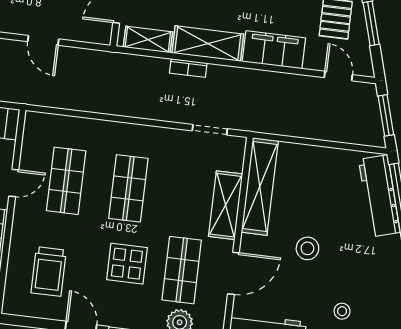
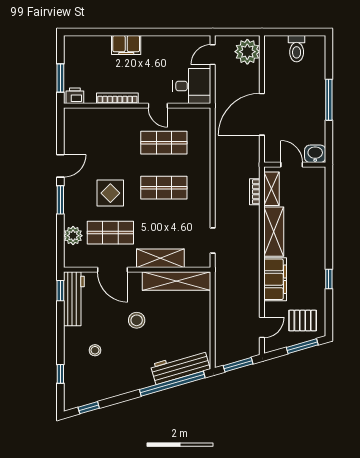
door: (43, 40) -> (262, 114), width x1.87
bookcase: (188, 68) -> (255, 192), moved
trolley: (49, 272) -> (98, 138), removed

